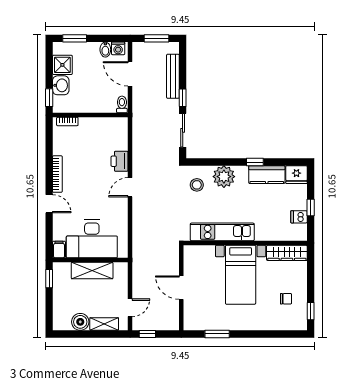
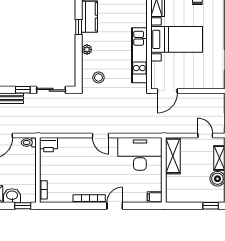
printer: (120, 161) -> (49, 145), moved
plant: (224, 177) -> (87, 49), width x0.53, depth x0.53
desk: (92, 239) -> (140, 154), moved, turned -90
shelving: (92, 270) -> (173, 156), moved
window: (49, 279) -> (211, 206), moved
door: (181, 288) -> (167, 91), moved

